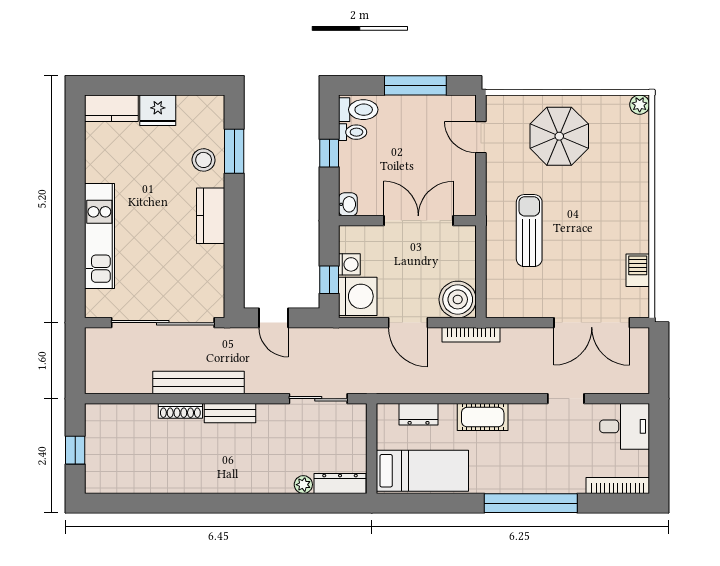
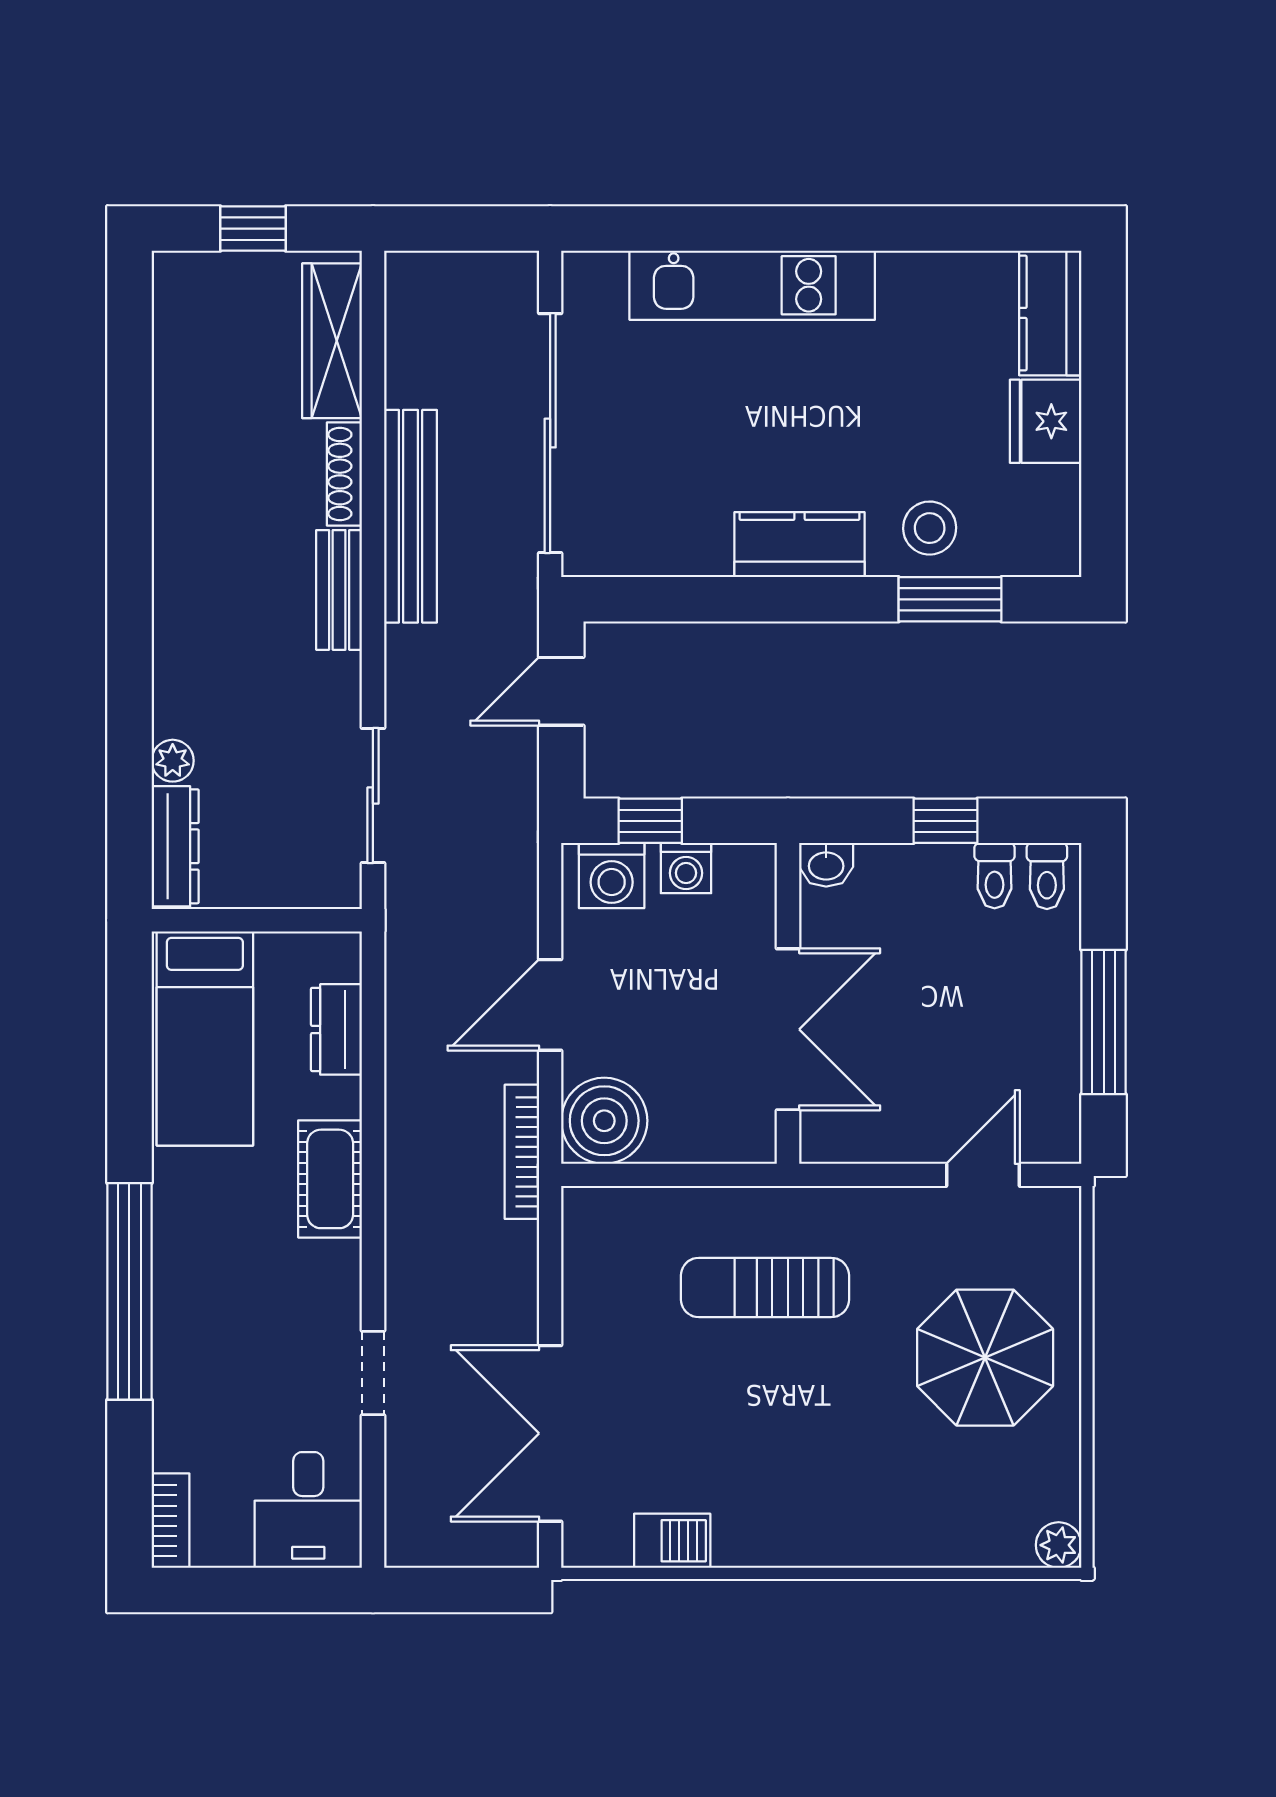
toilet: (358, 110) -> (1047, 876), width x0.73, depth x0.72
sun lounger: (529, 231) -> (765, 1287), turned 180
washing machine: (358, 296) -> (612, 875), width x0.73, depth x0.73
wardrobe: (123, 416) -> (332, 341), added
bookcase: (618, 485) -> (171, 1521), width x0.64

